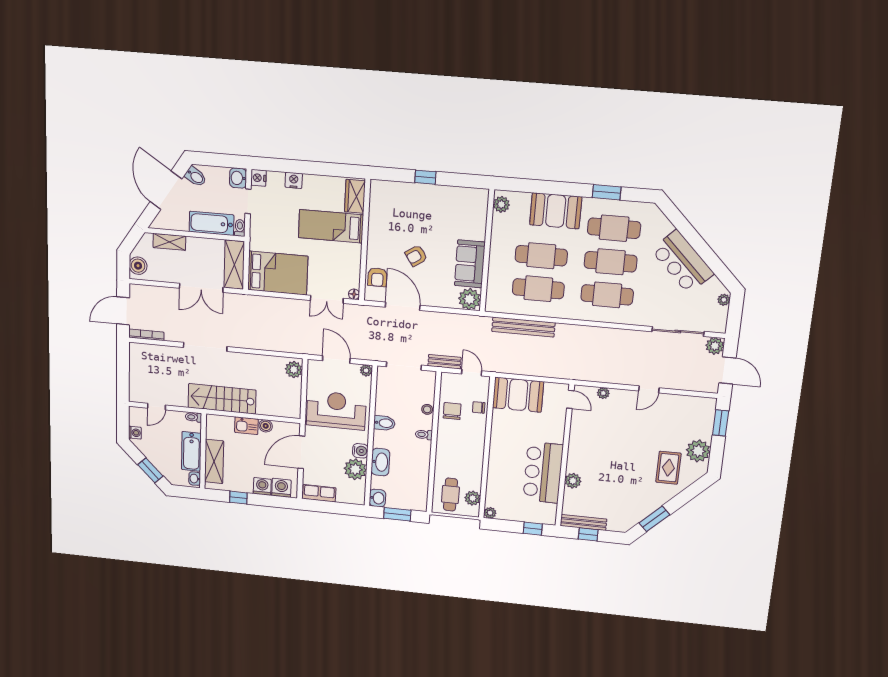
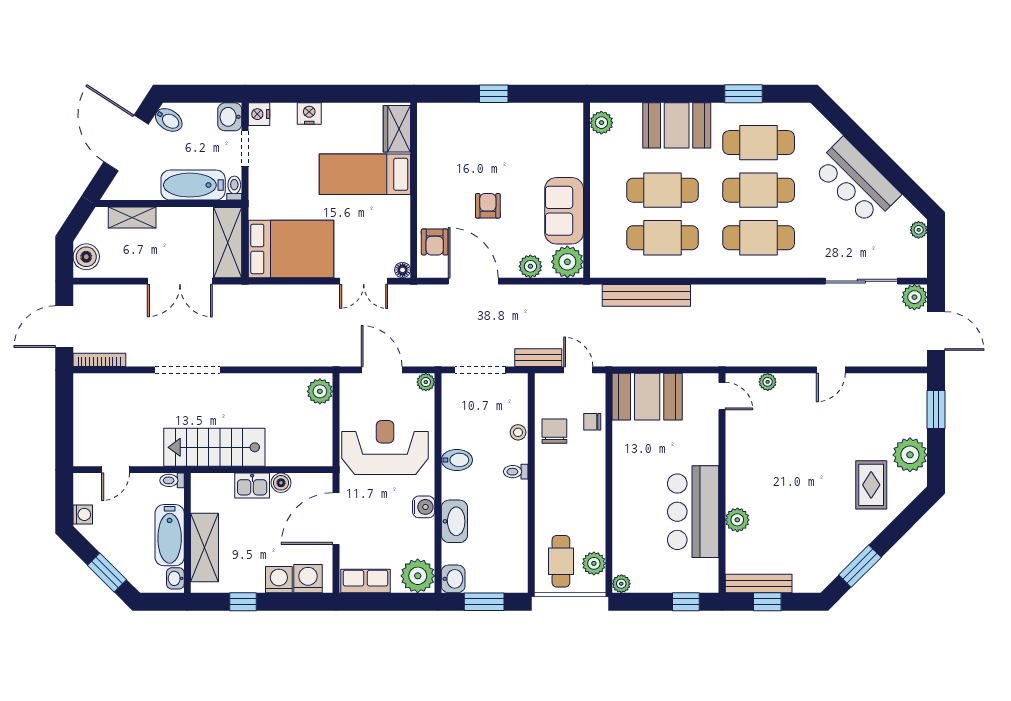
armchair: (416, 256) -> (488, 206), turned 124
plant: (443, 300) -> (530, 266), added
plant: (355, 469) -> (418, 576), moved

